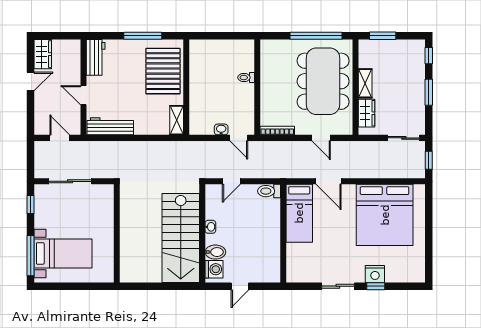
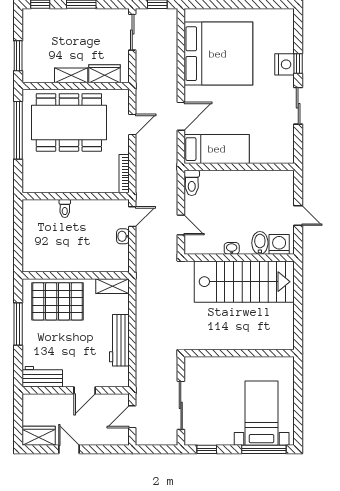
workbench: (110, 126) -> (119, 340), moved

